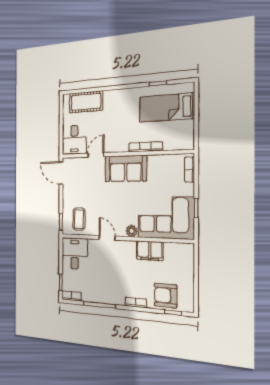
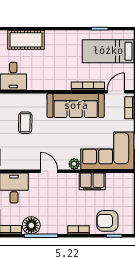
door: (96, 155) -> (116, 92), moved
sofa: (126, 169) -> (76, 106), width x1.36
coffee table: (79, 219) -> (25, 123), moved
floor lamp: (90, 293) -> (31, 225), added

